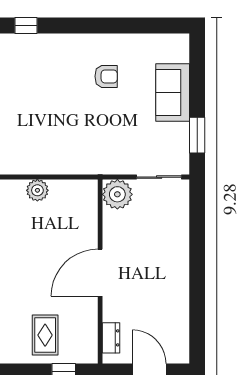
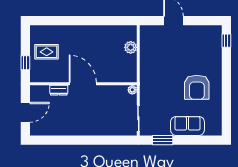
armchair: (106, 76) -> (197, 87), width x1.88, depth x1.88
plant: (117, 194) -> (132, 90), width x0.53, depth x0.53
dresser: (111, 338) -> (59, 90), moved

